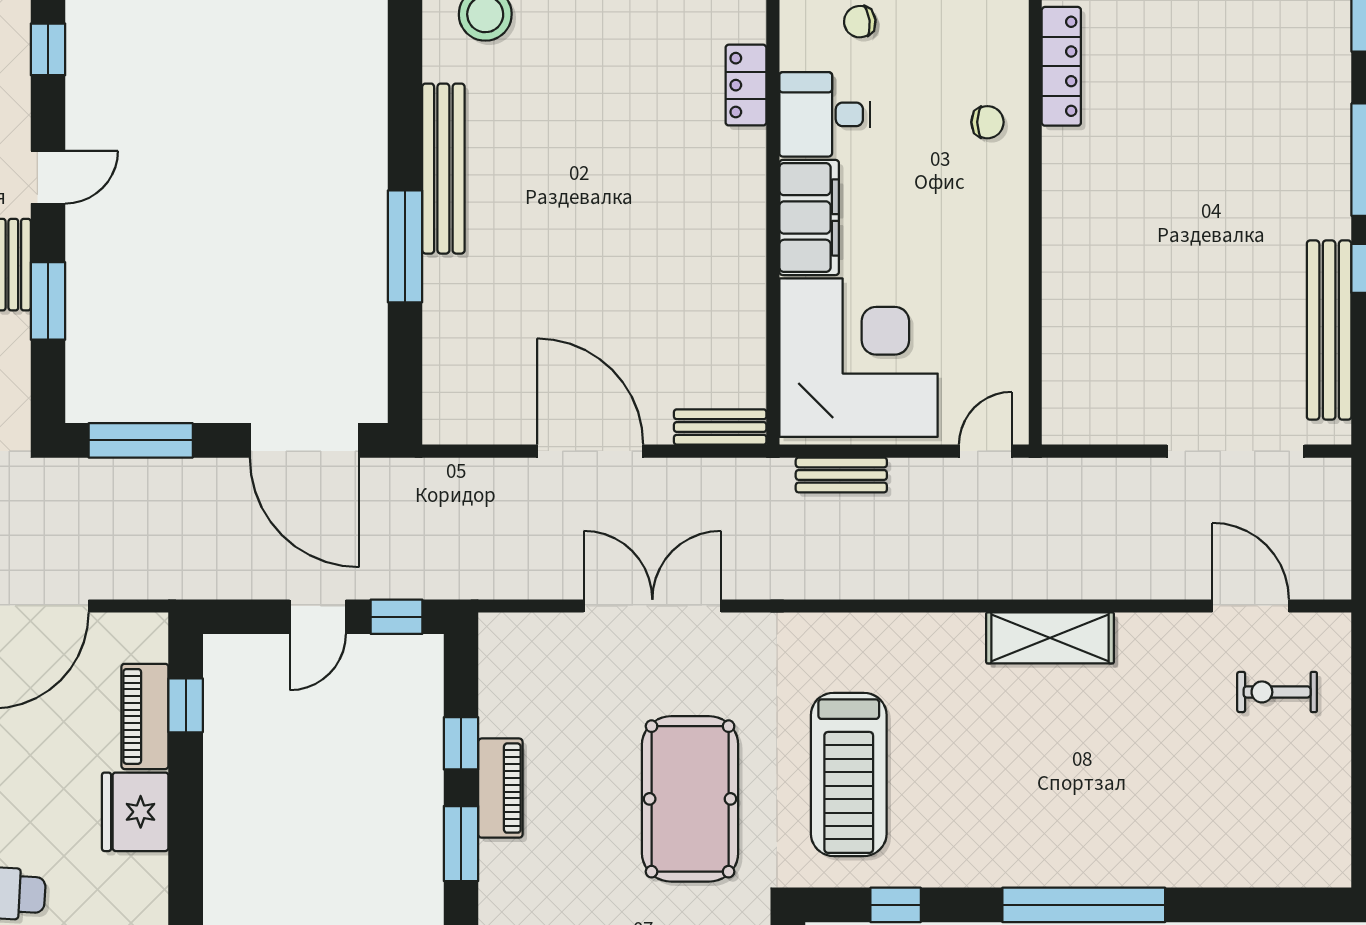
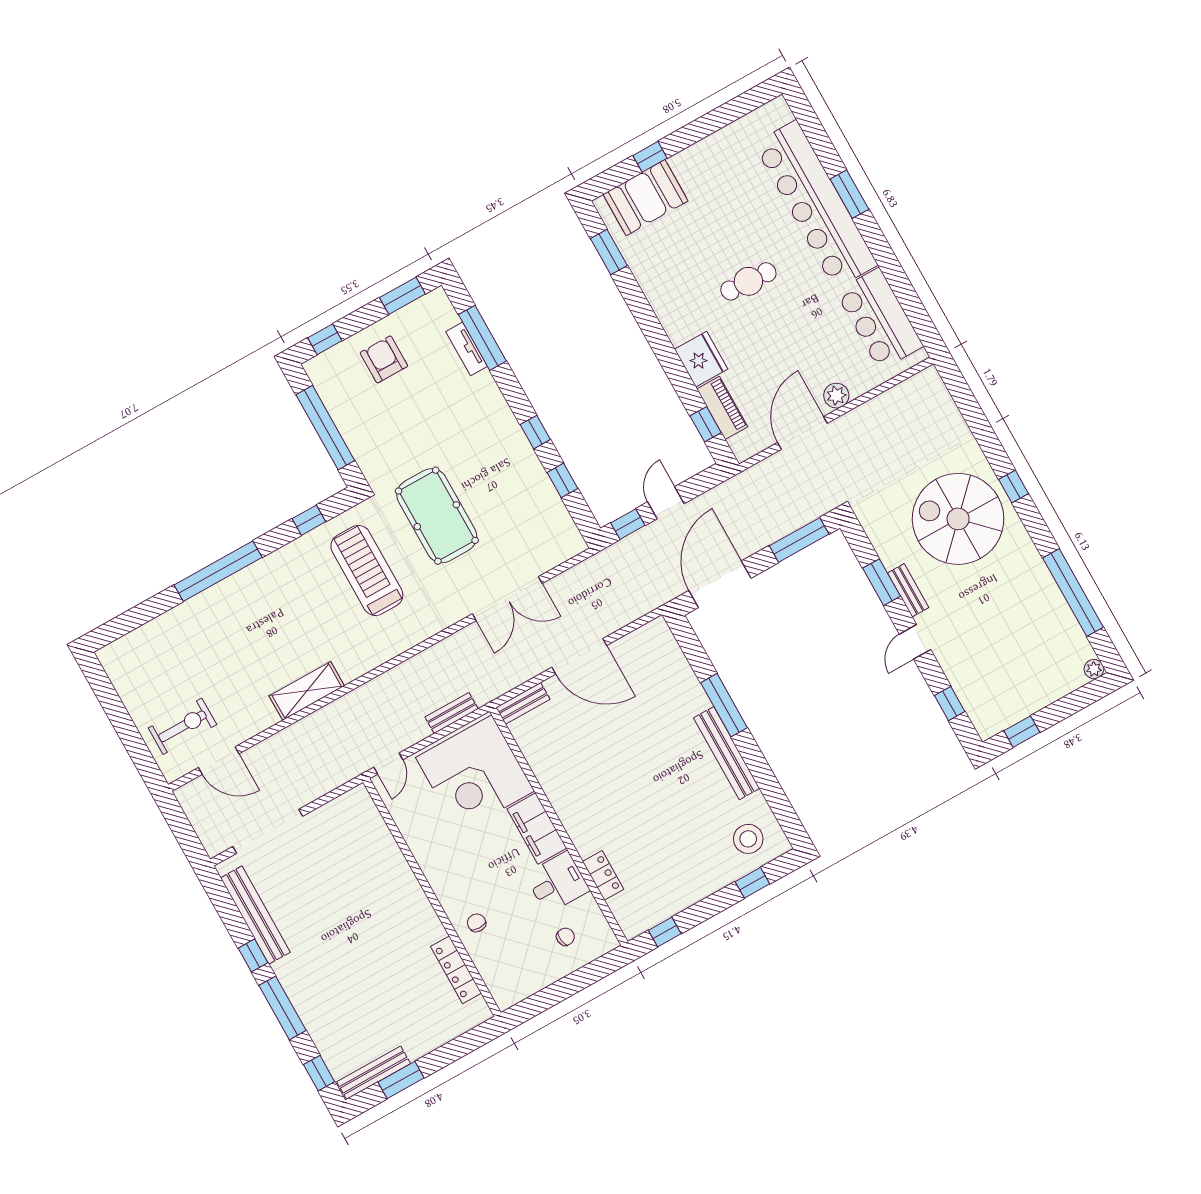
chair: (987, 122) -> (477, 923), turned 90
door: (305, 440) -> (720, 584), hinge flipped
exercise bike: (1277, 692) -> (182, 726), width x1.38, depth x1.39
piano: (500, 788) -> (531, 470), removed
window: (461, 844) -> (535, 432), width x0.67

